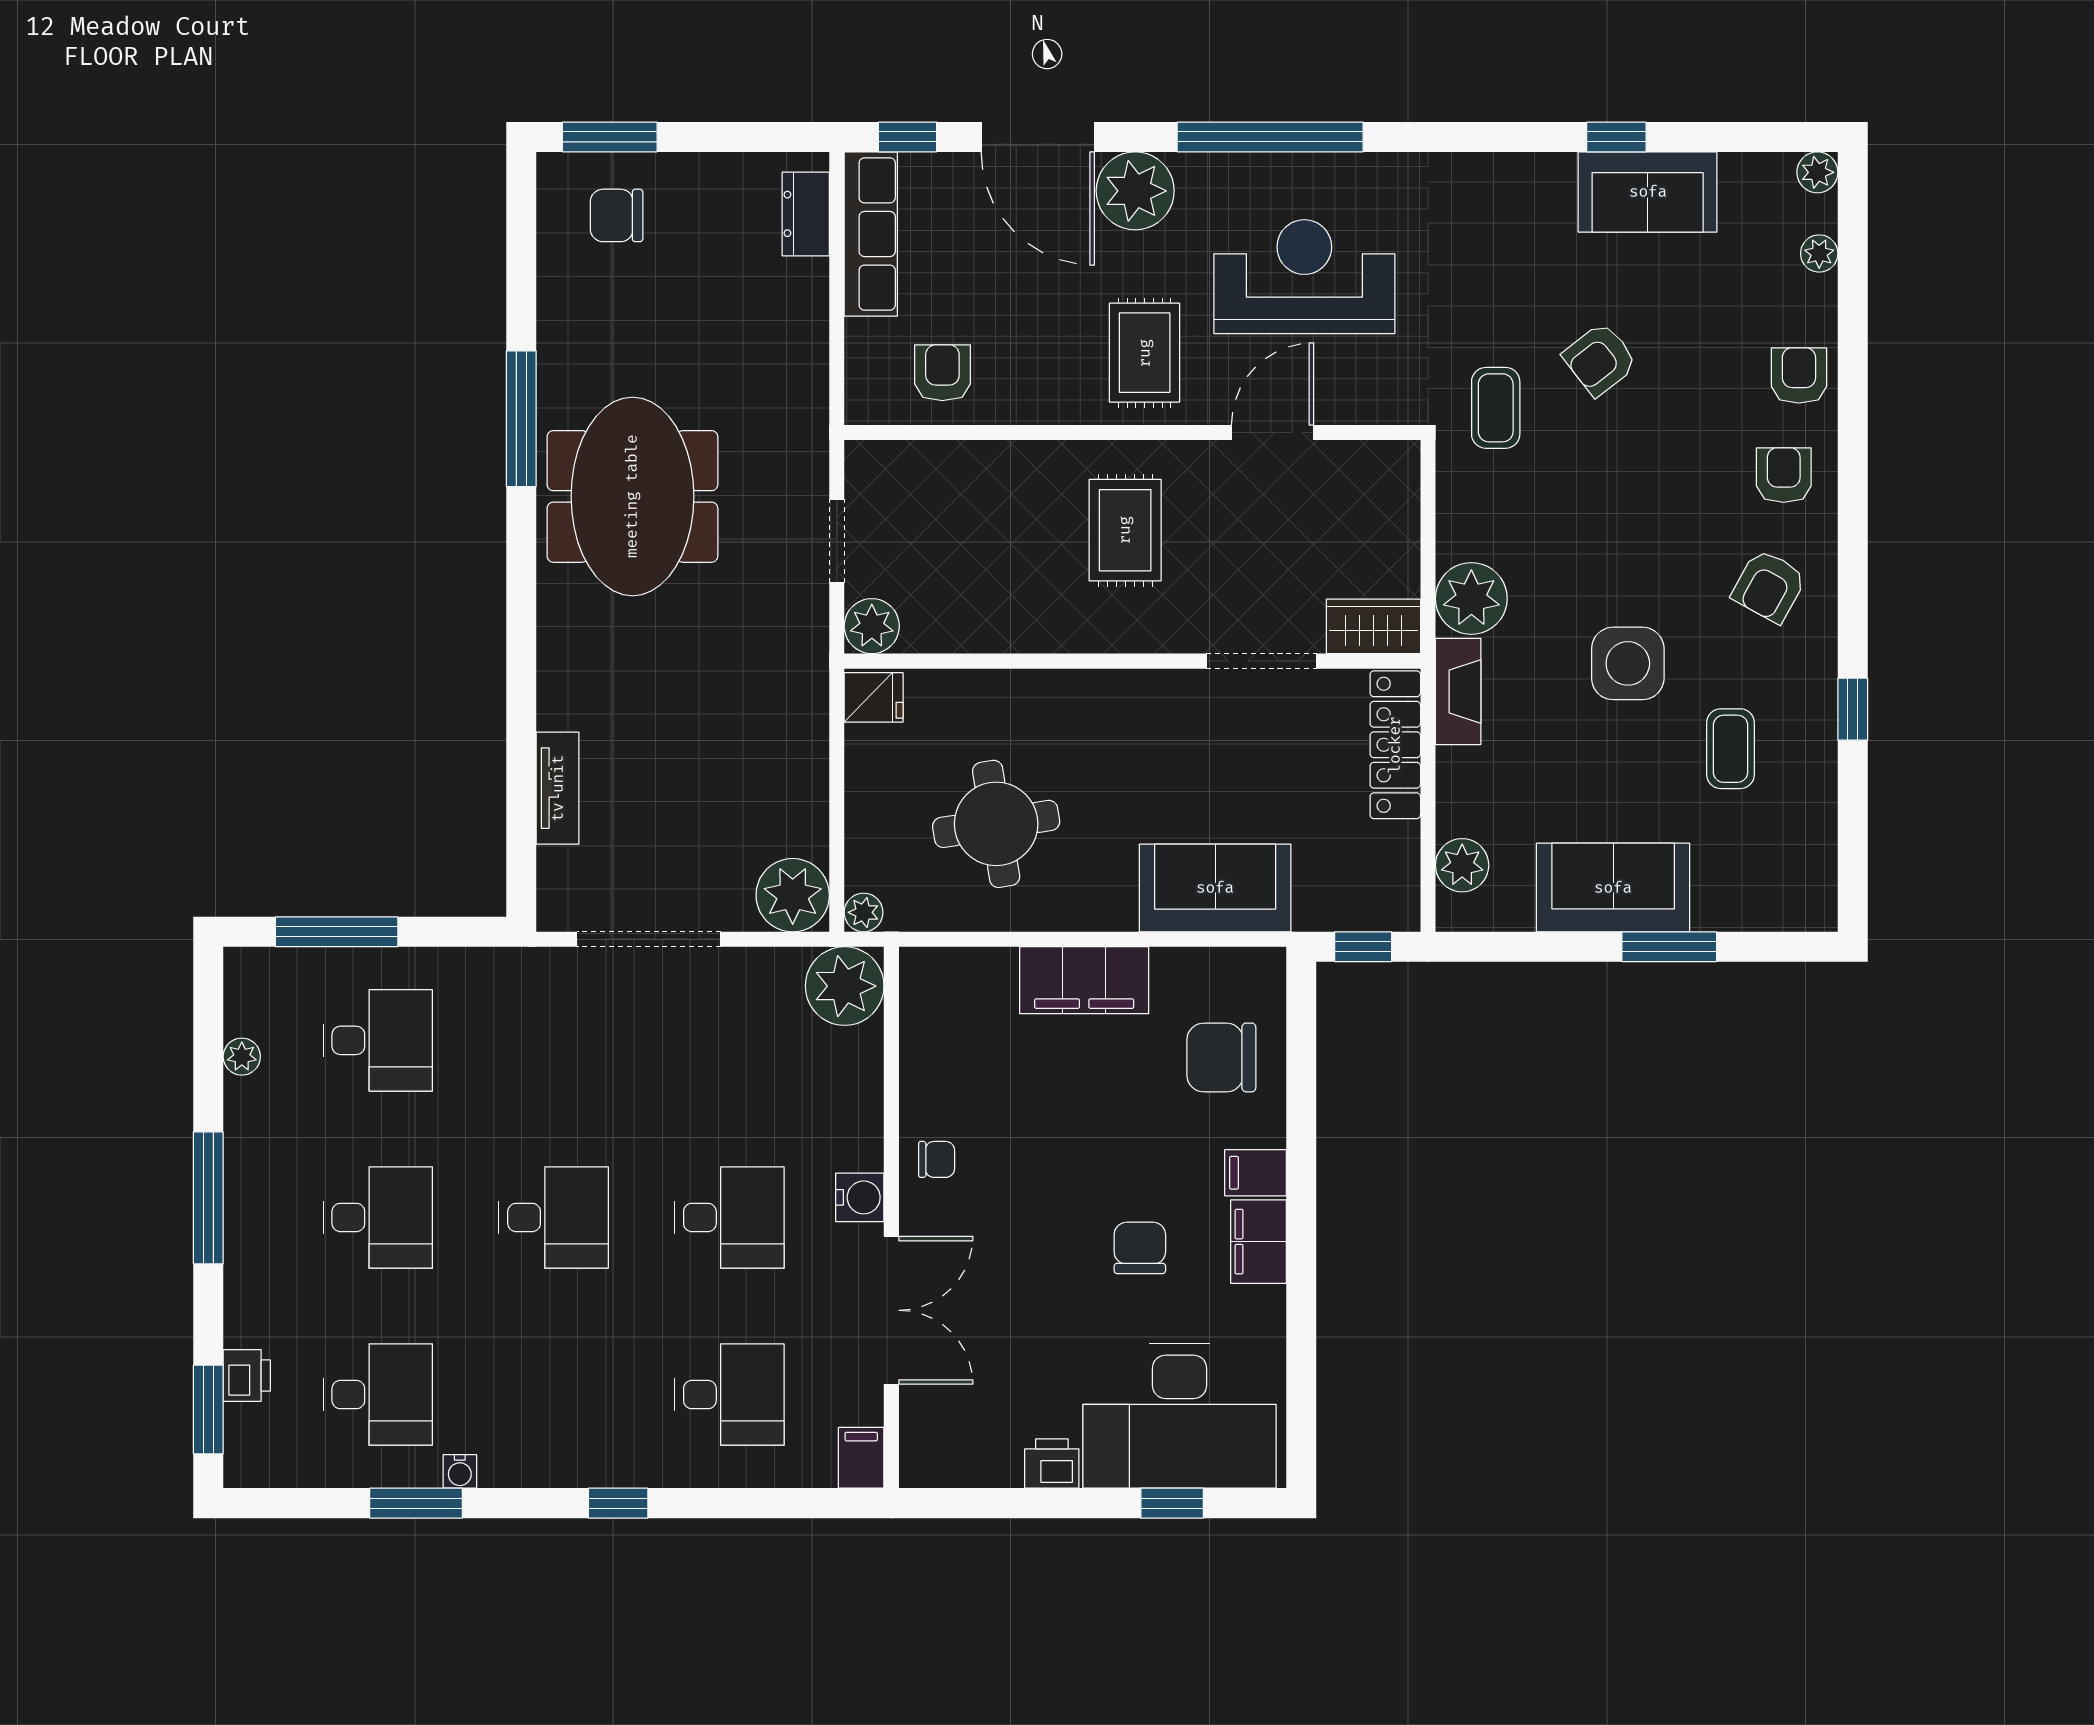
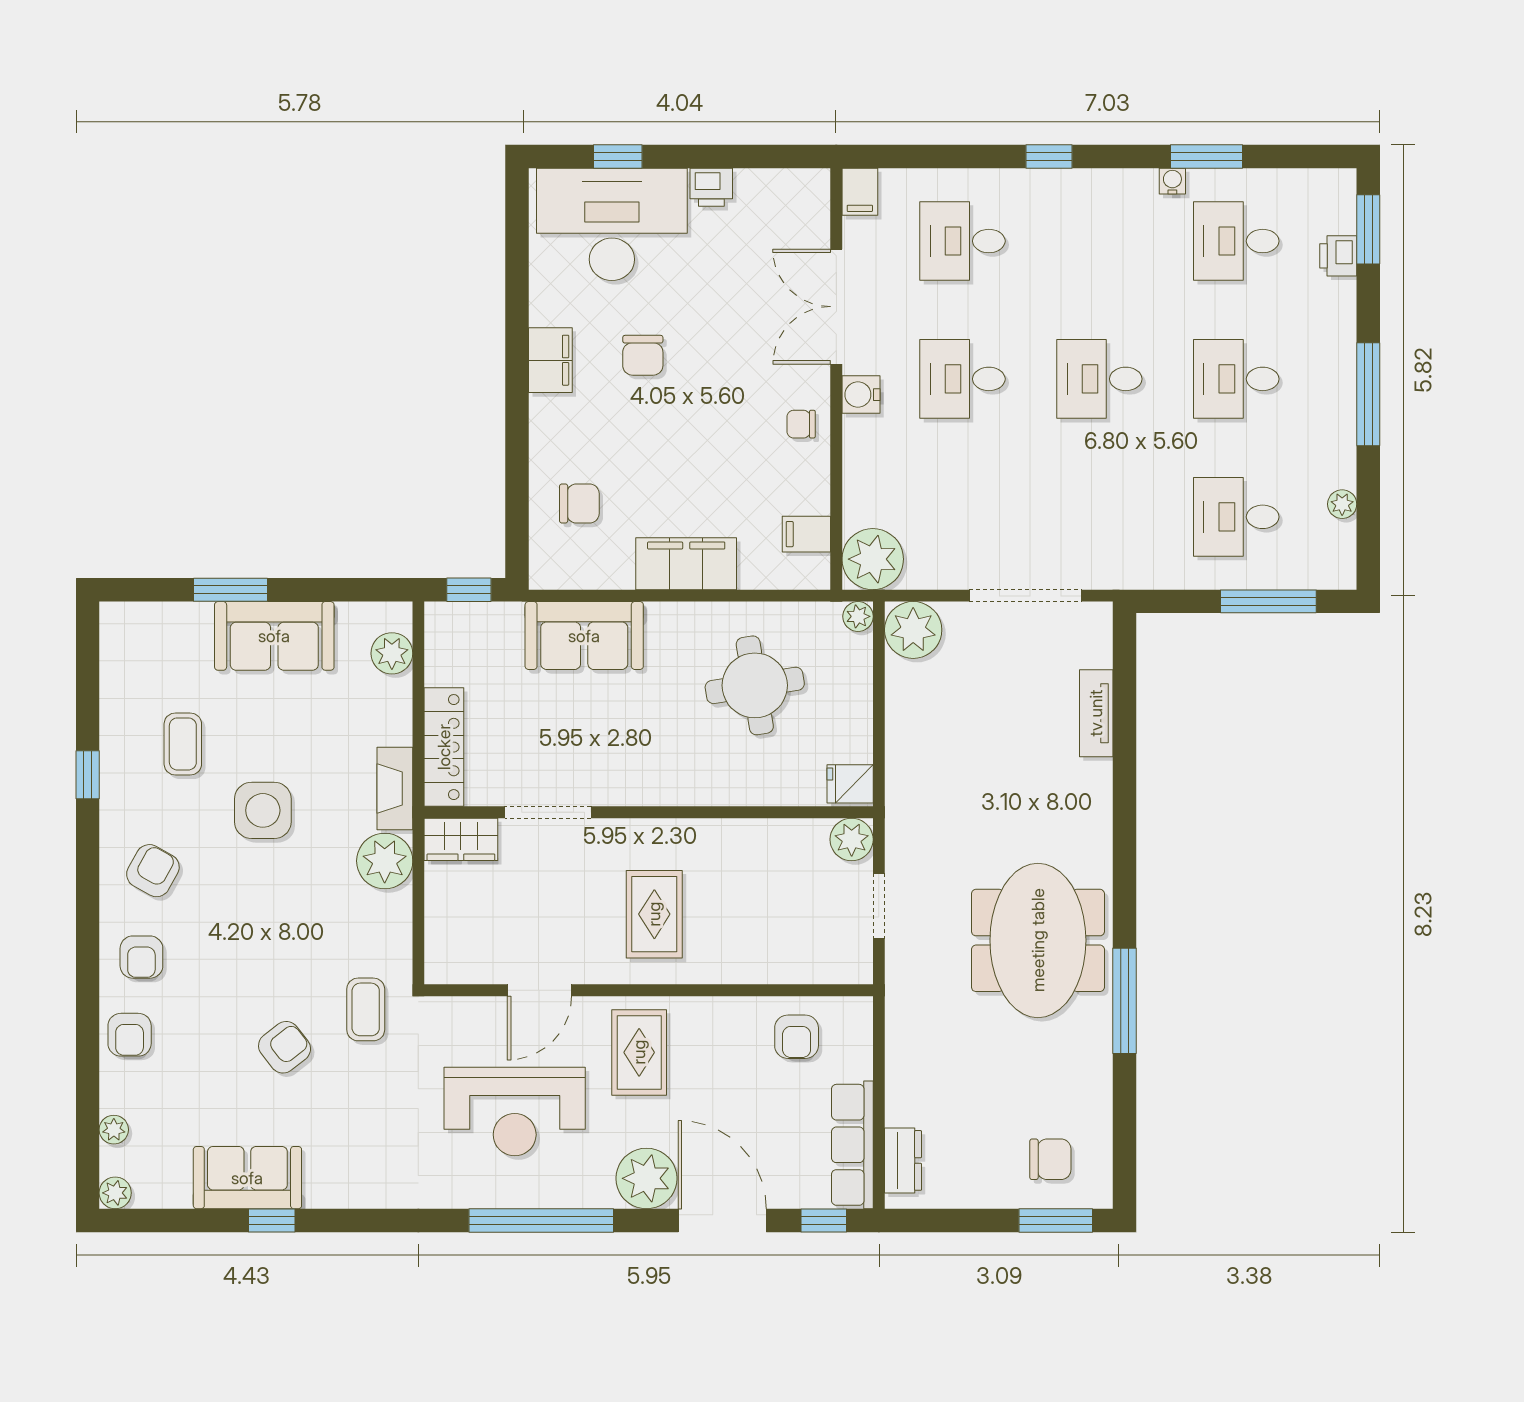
chair: (1221, 1057) -> (579, 504), width x0.73, depth x0.73
filing cabinet: (1256, 1173) -> (806, 534), moved, turned 180

